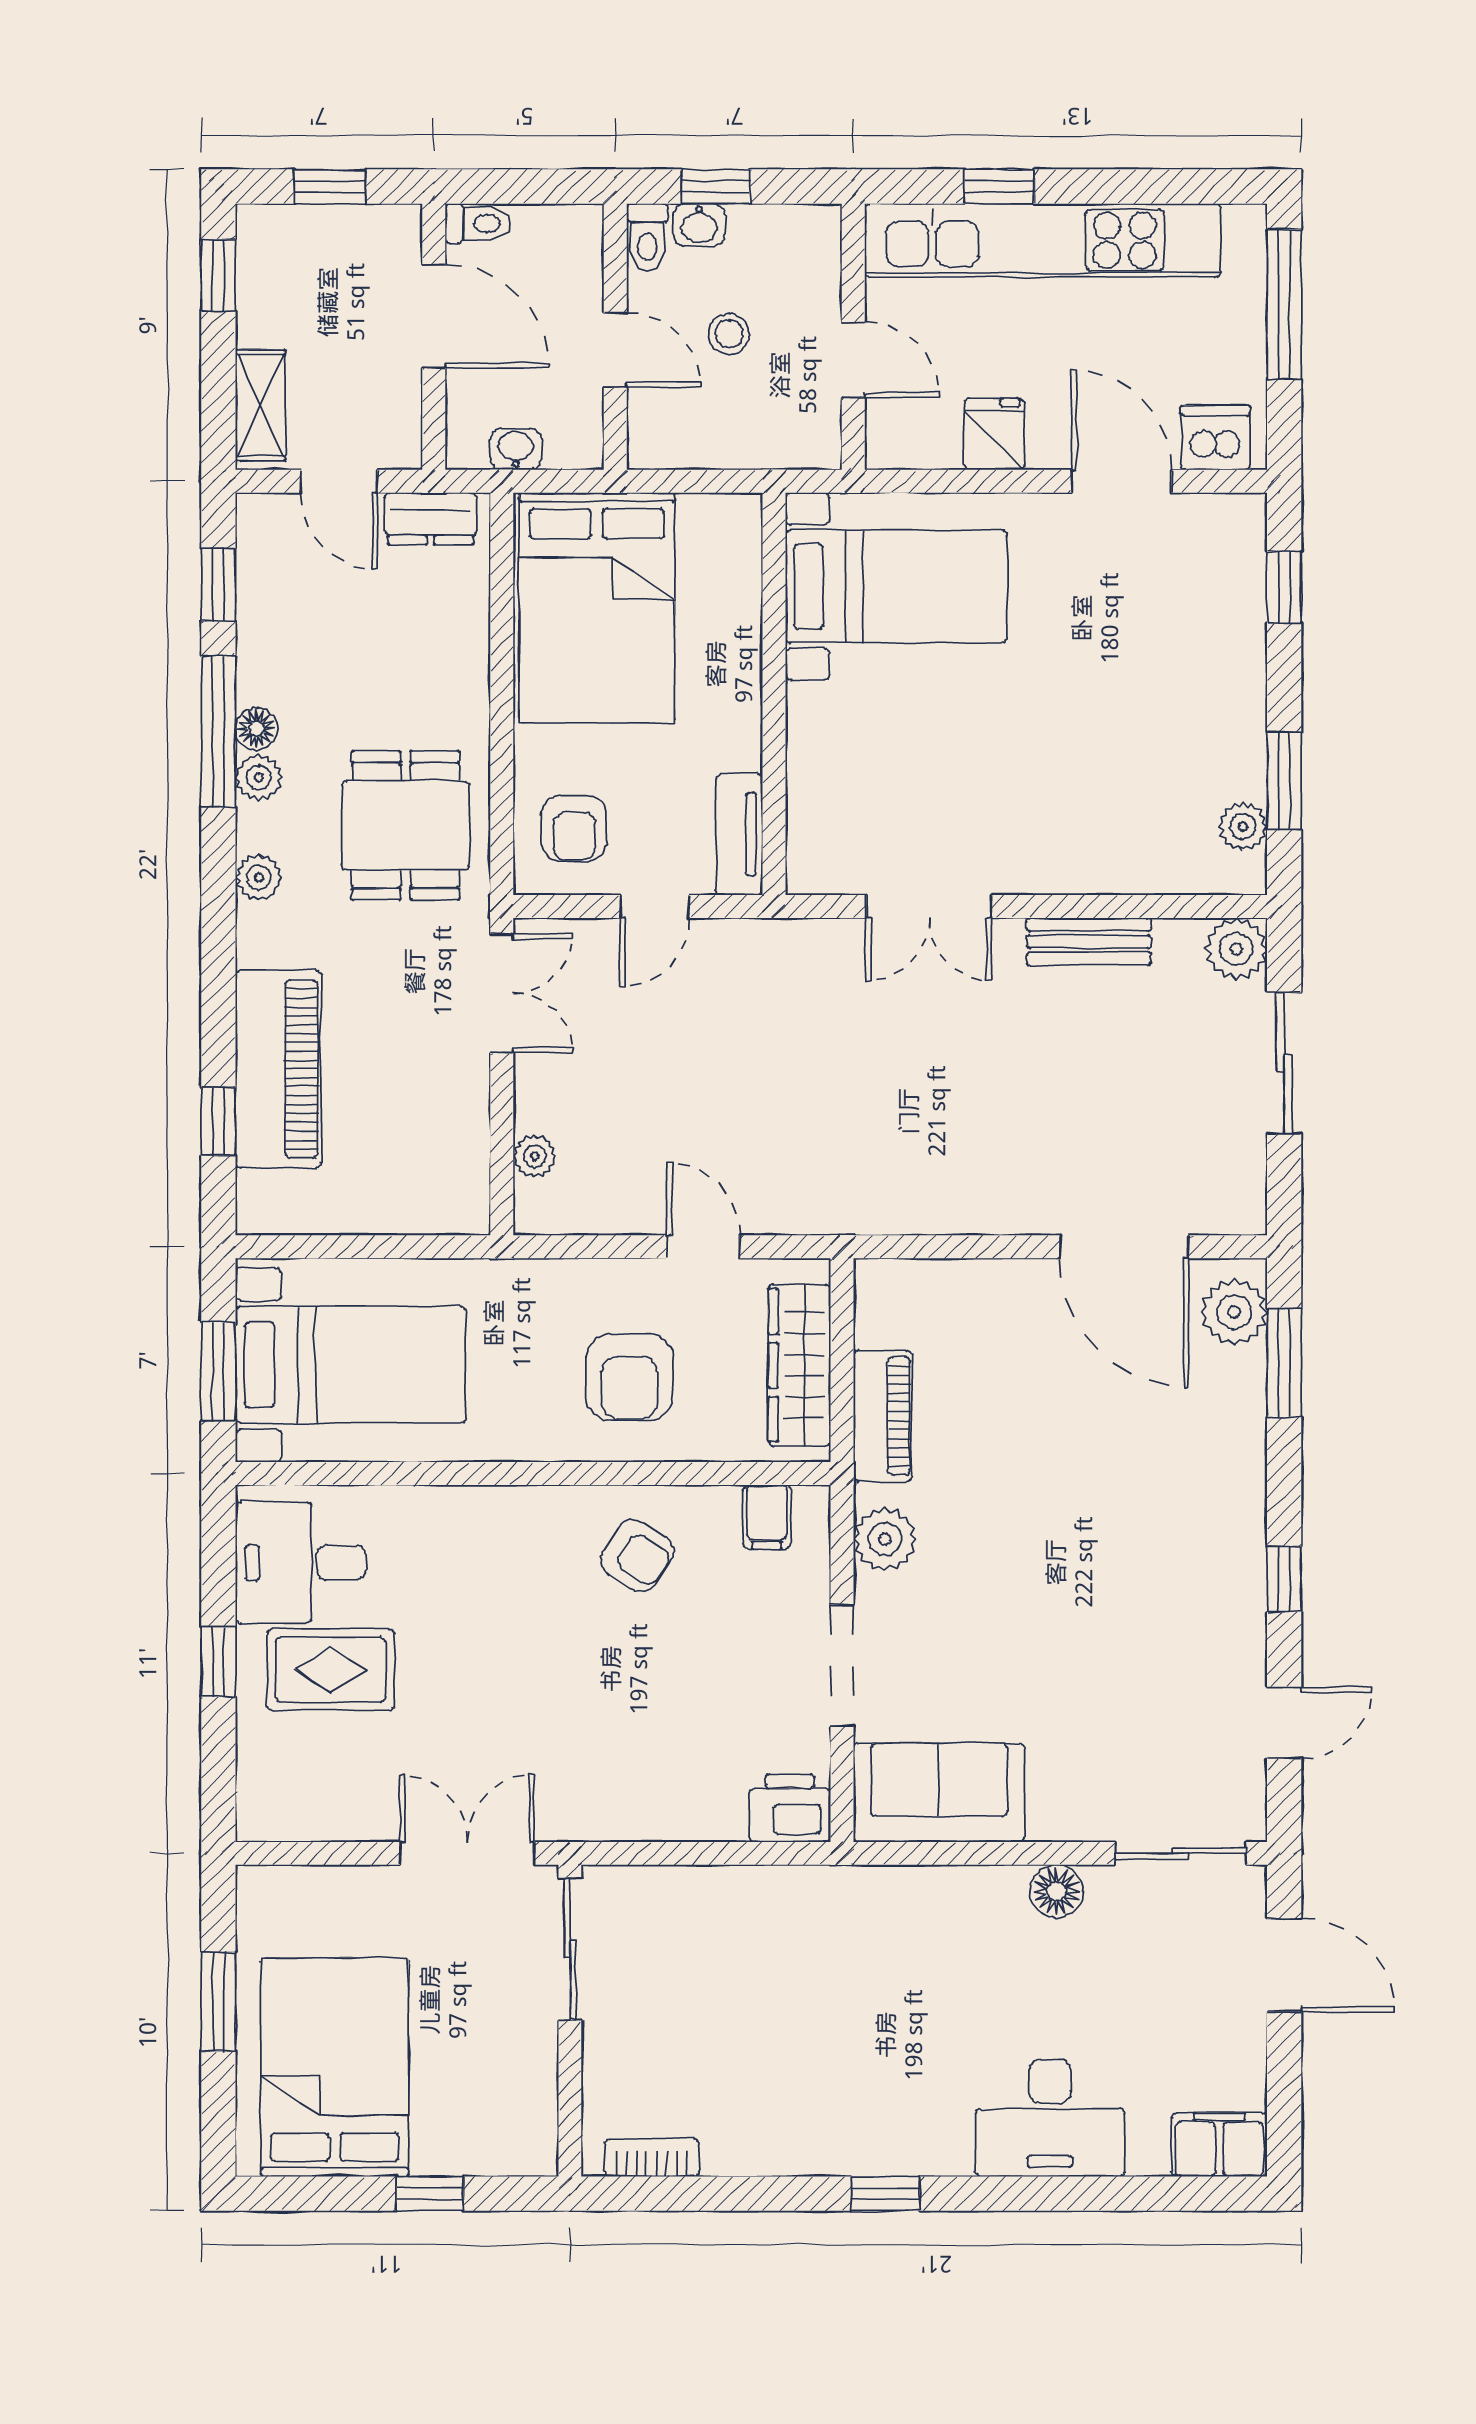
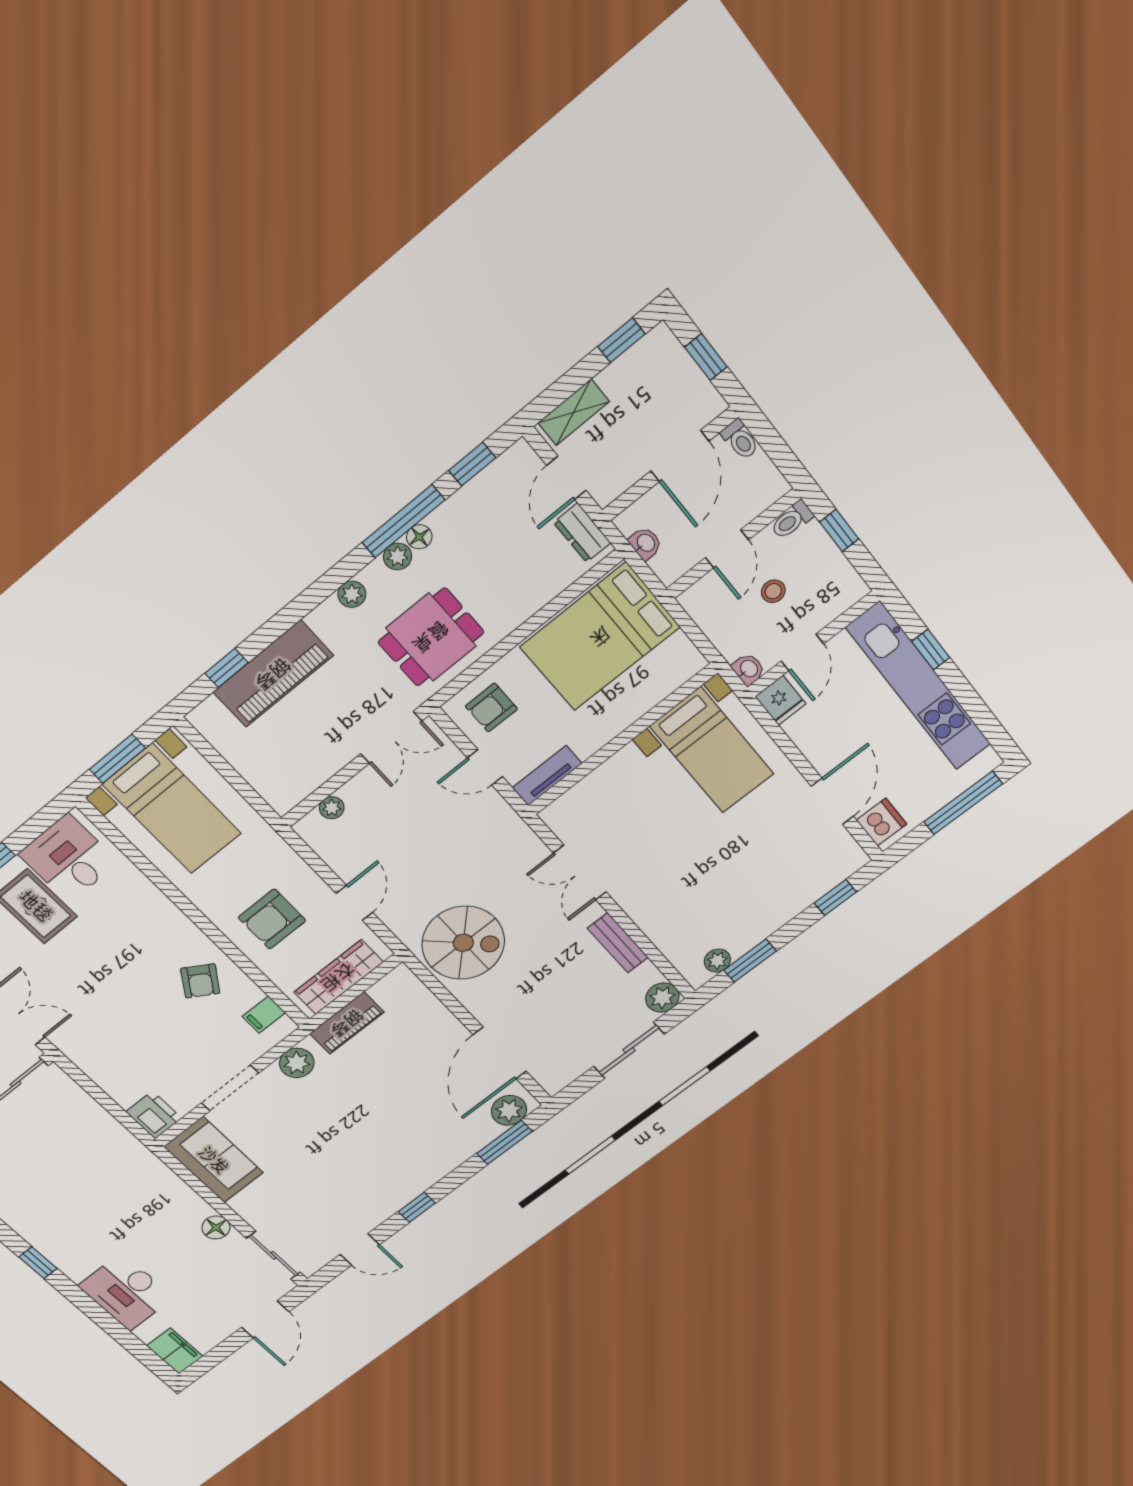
washbasin: (699, 225) -> (748, 669), moved, turned 180
fridge: (994, 434) -> (781, 700), moved, turned 90
spiral stairs: (898, 1152) -> (463, 943), added

